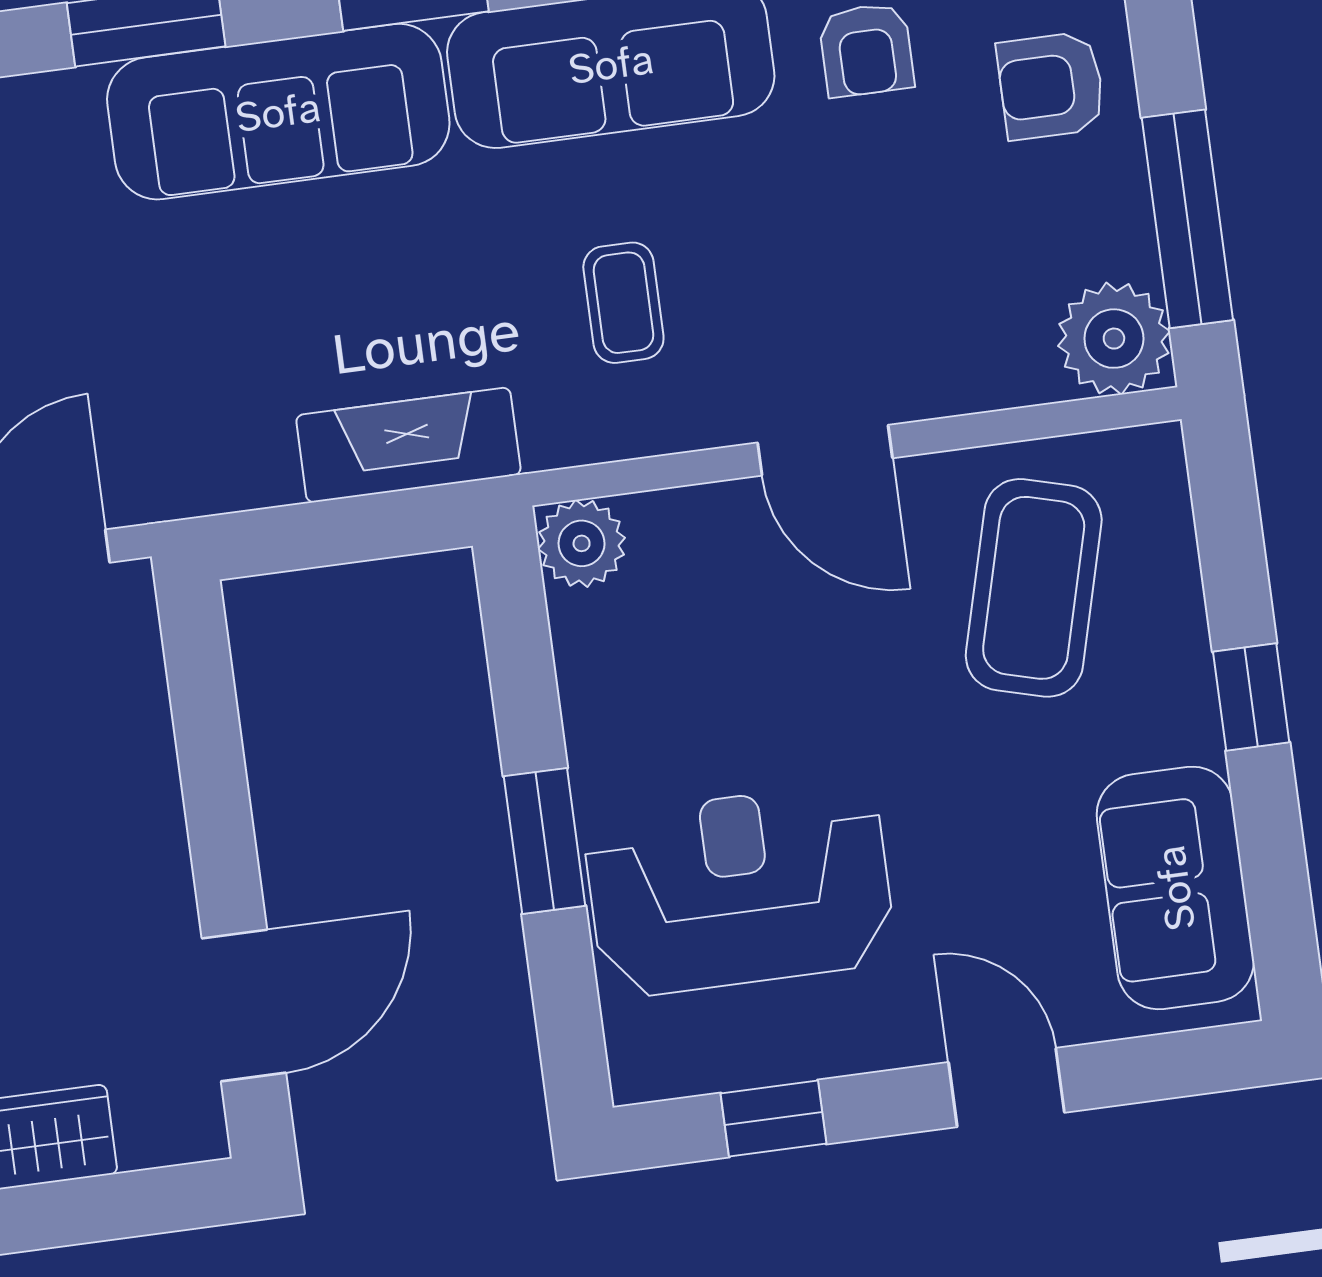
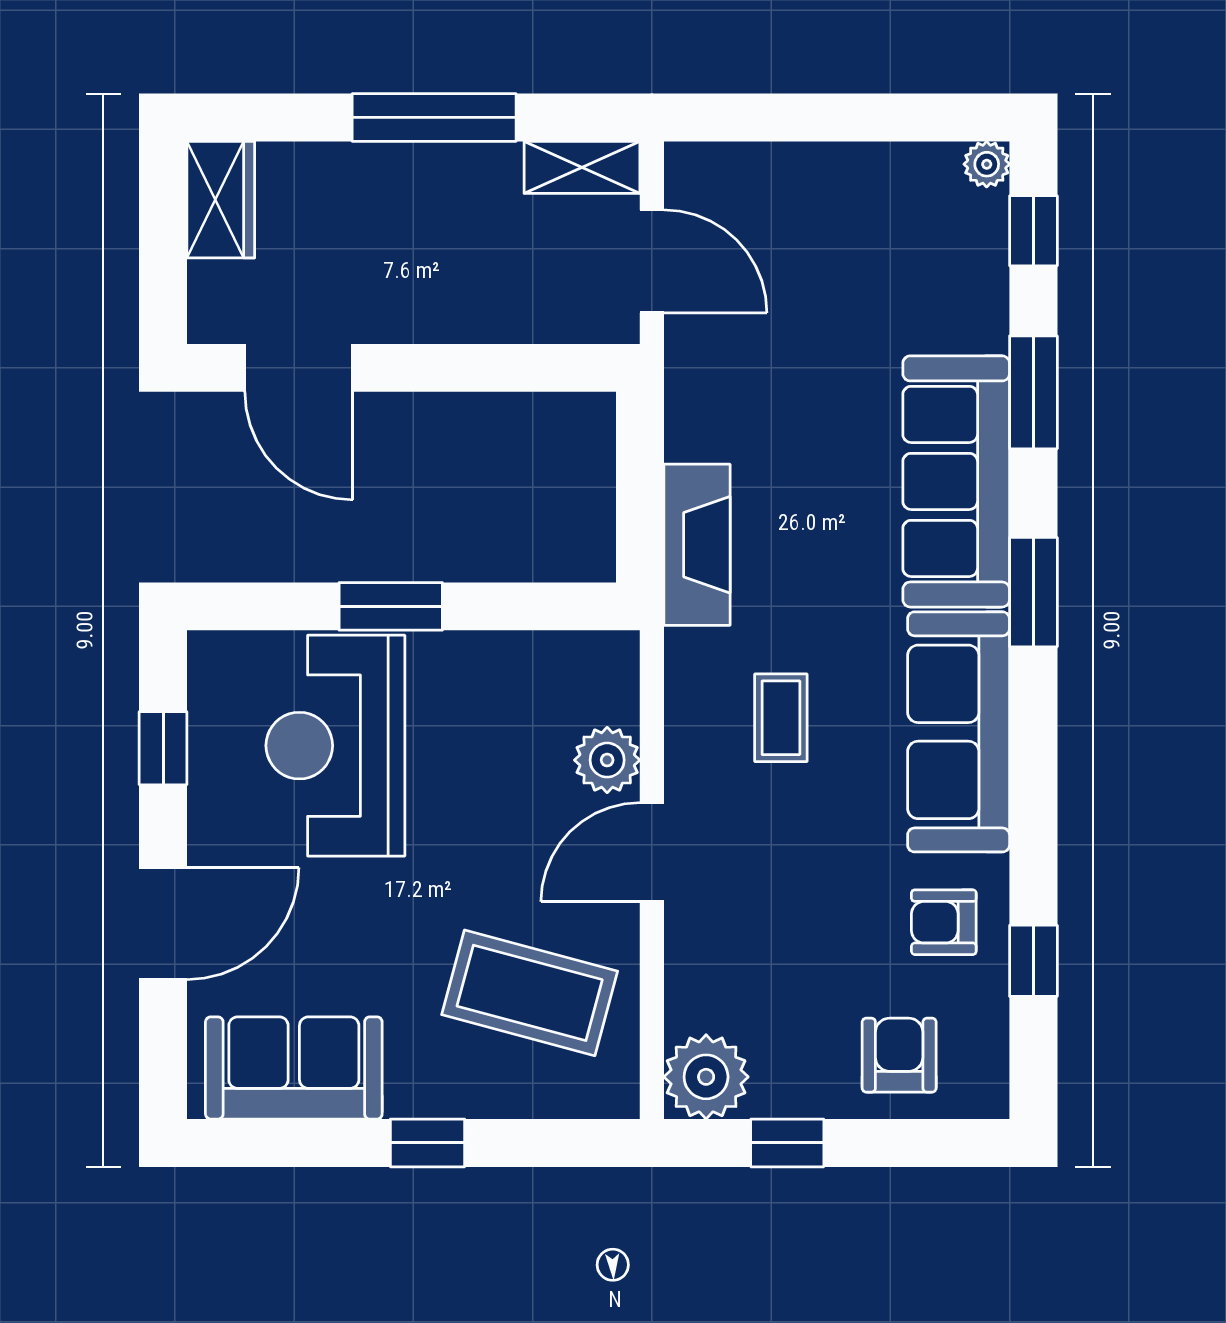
window: (1187, 219) -> (787, 1143), width x0.46
coffee table: (623, 303) -> (781, 718), turned 90
plant: (582, 543) -> (607, 760), moved
reception desk: (739, 890) -> (335, 746), turned 180
door: (1007, 1087) -> (163, 924), width x1.38

